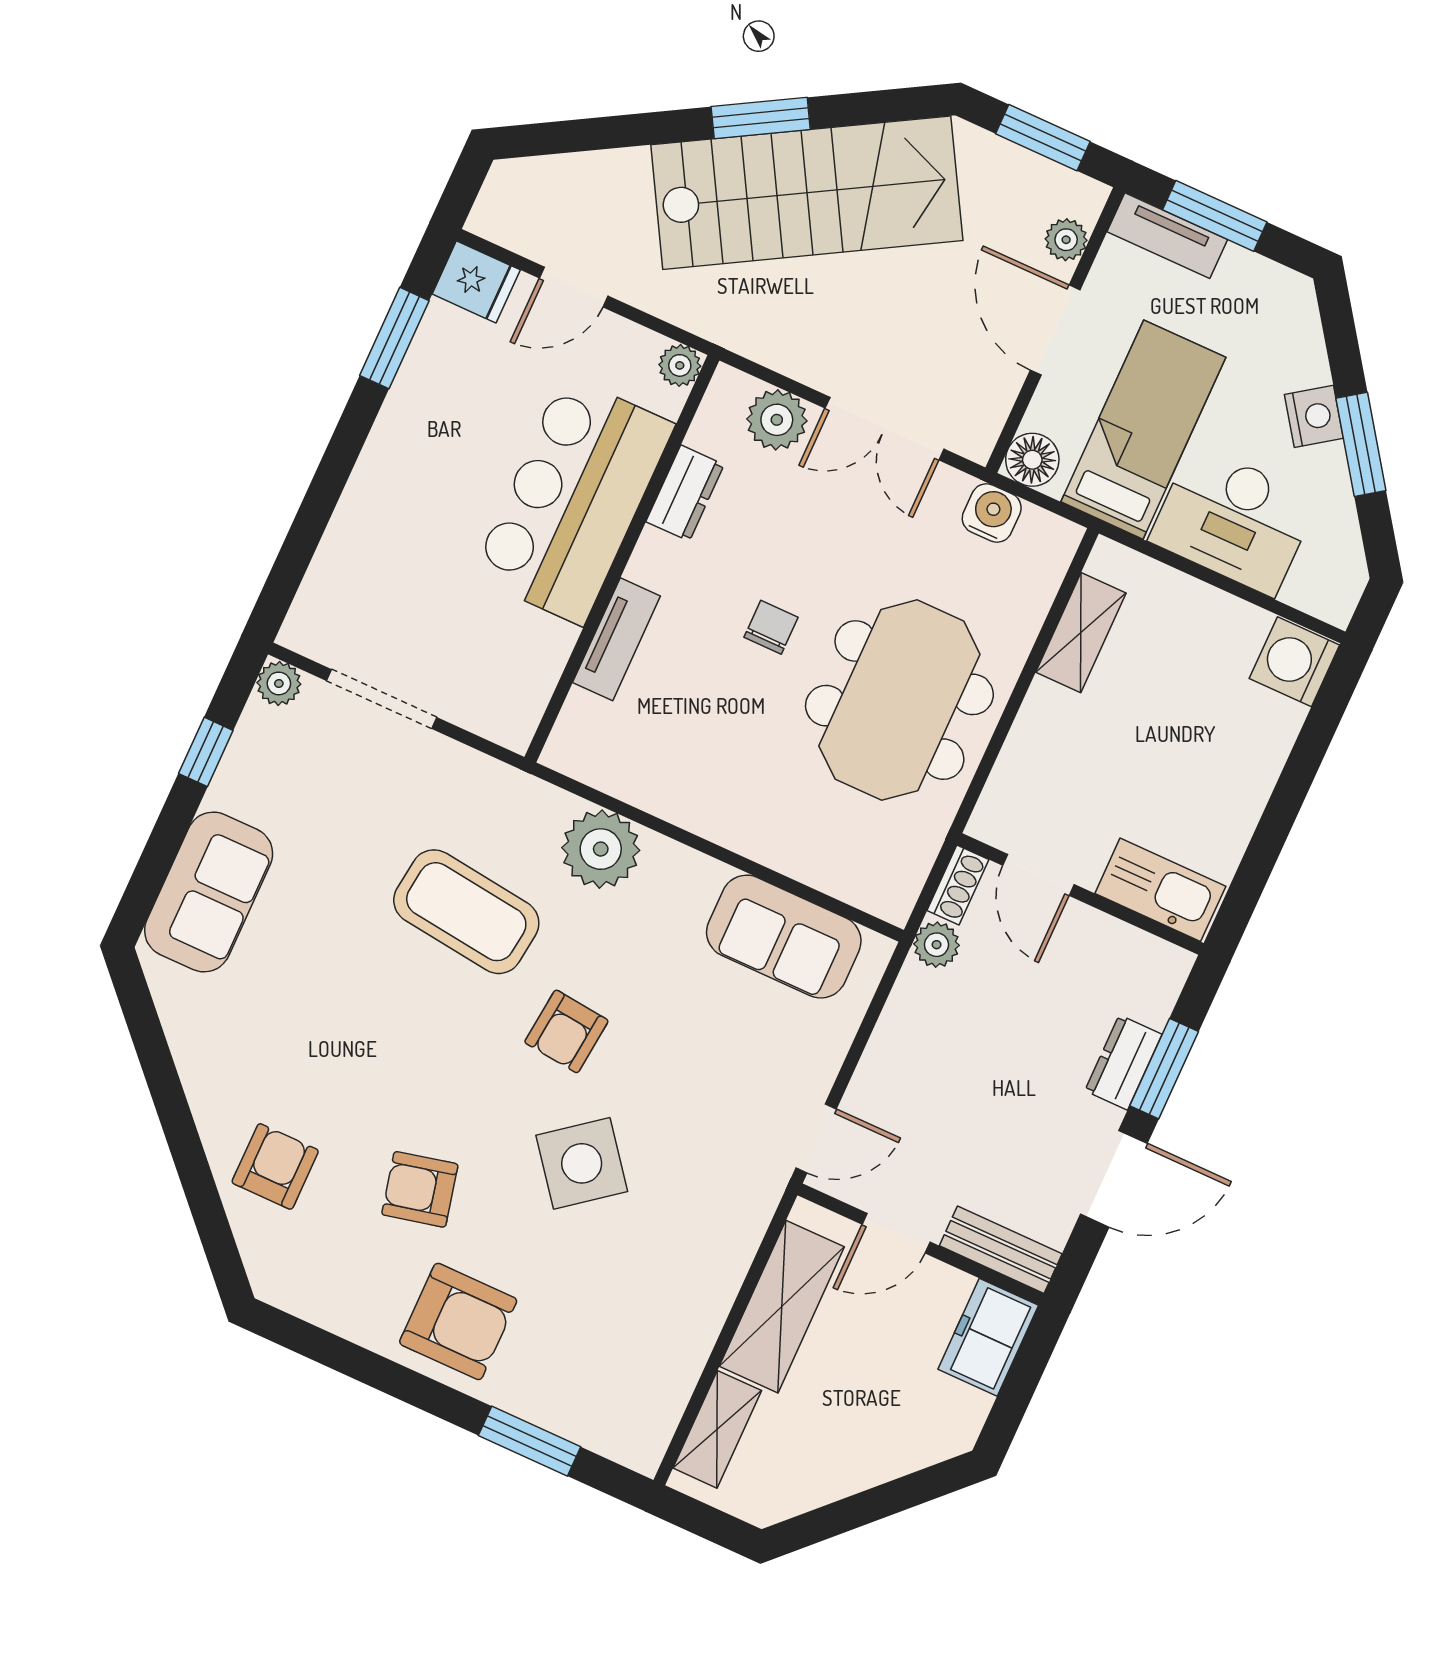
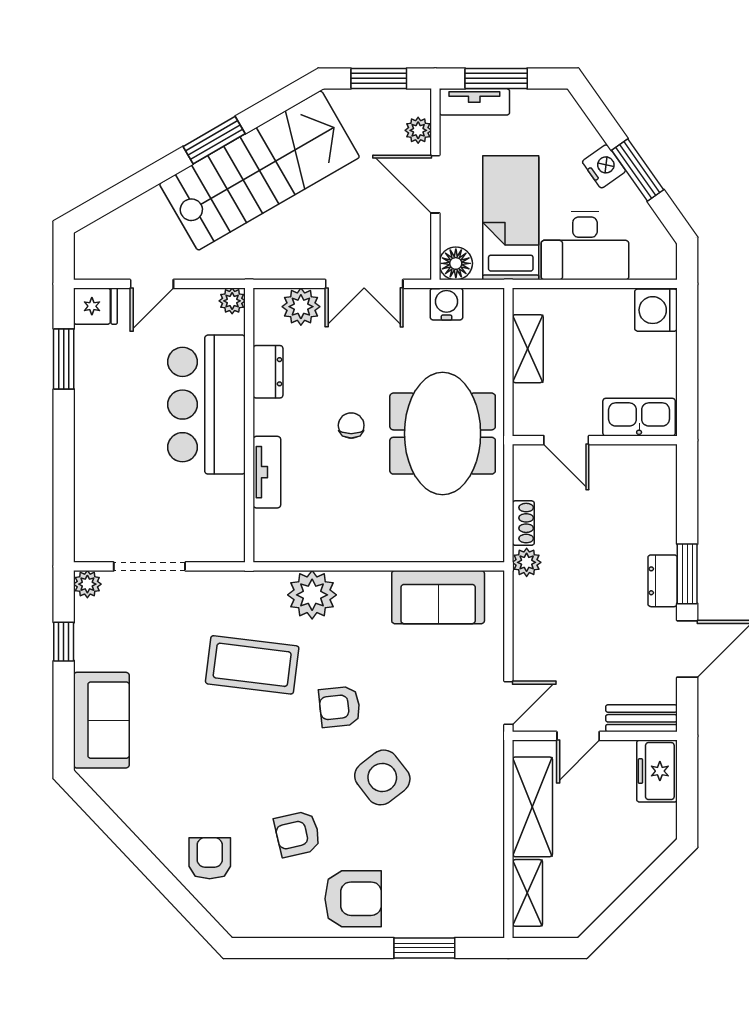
door: (1038, 875) -> (566, 440), moved
kitchen sink: (1160, 890) -> (639, 417), moved
wall: (1080, 894) -> (595, 440), moved
armchair: (566, 1031) -> (340, 707), turned 78

